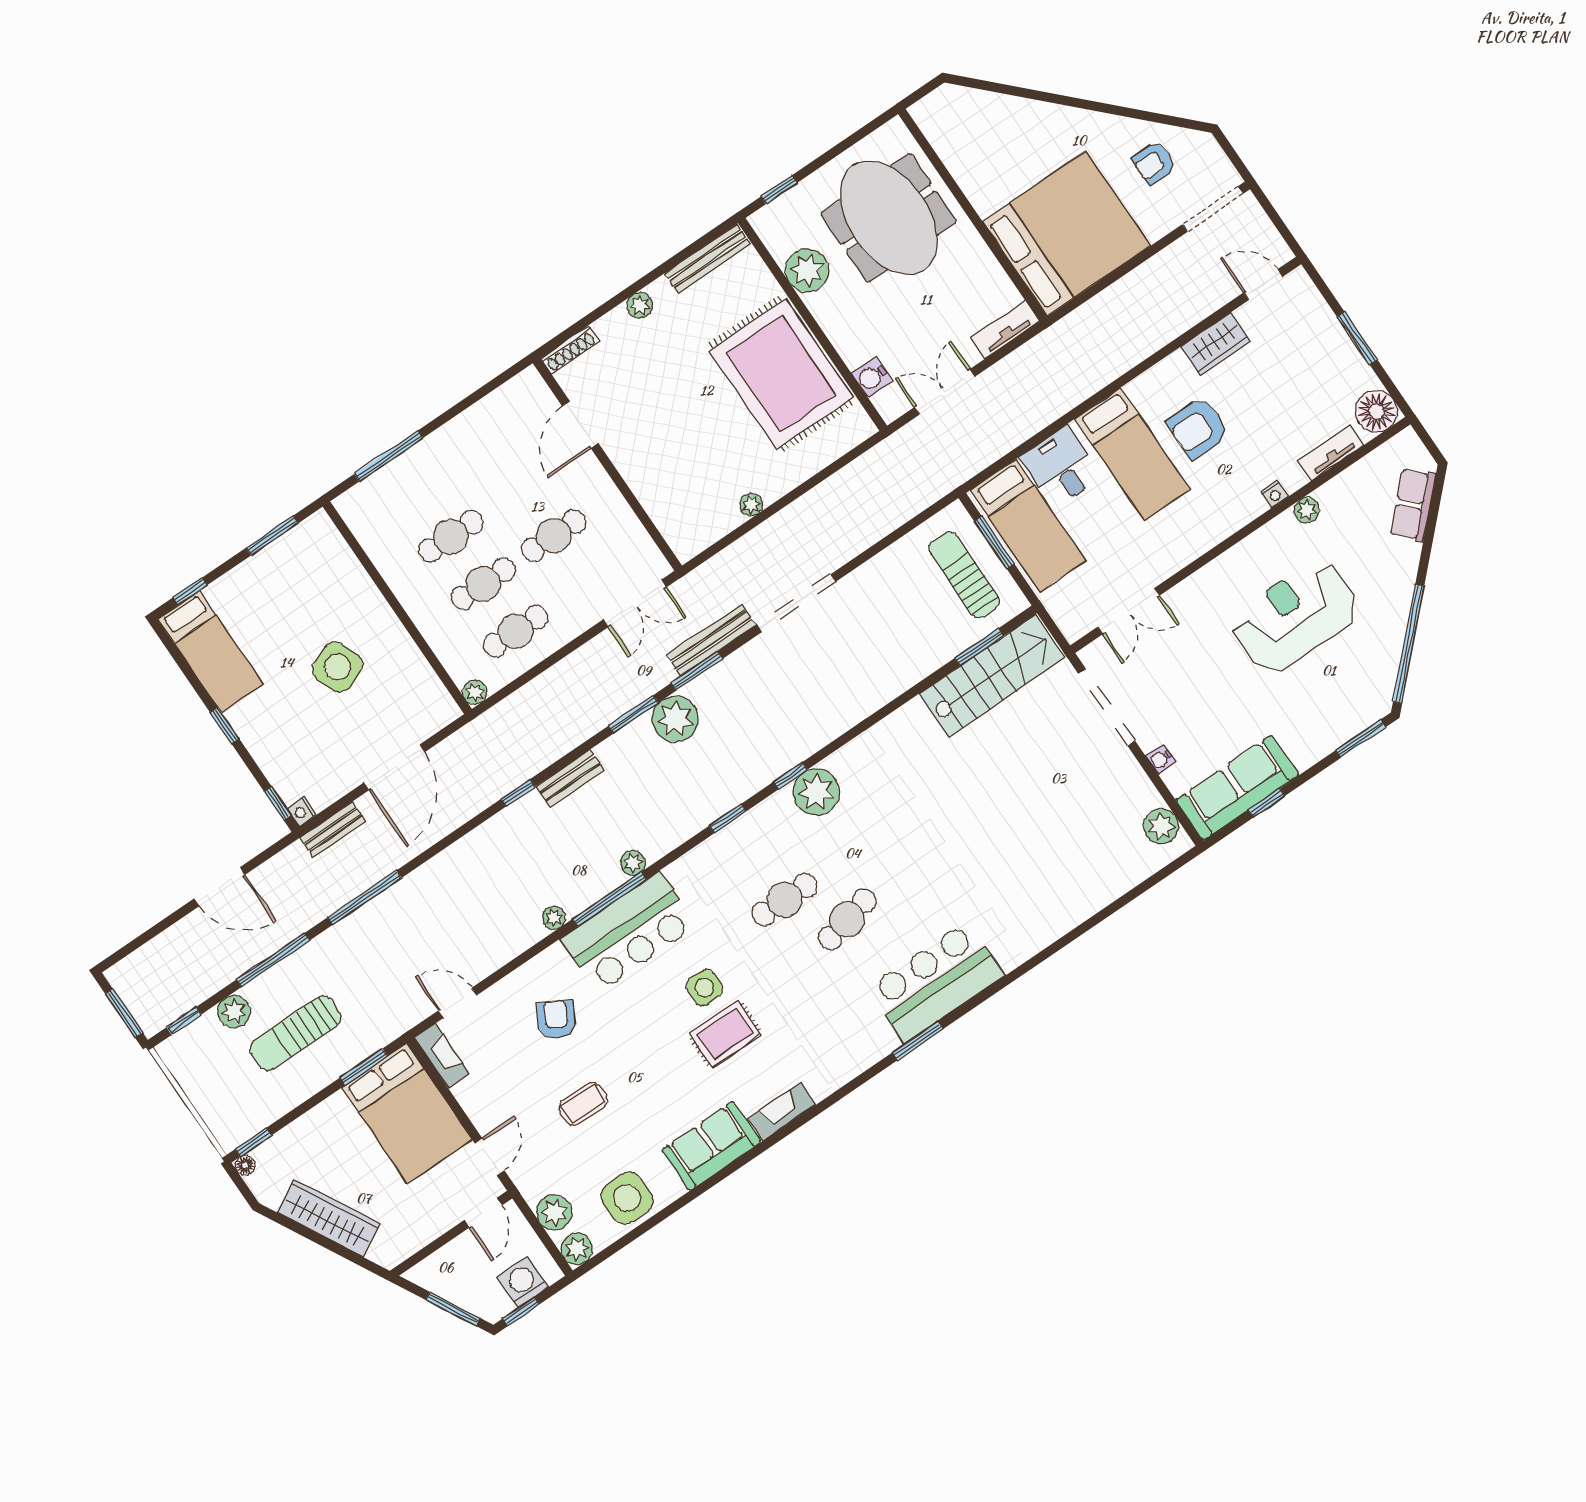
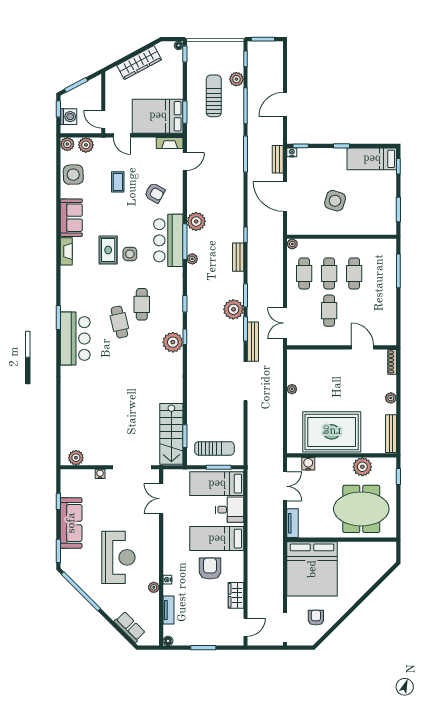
floor lamp: (1376, 411) -> (168, 641), width x0.53, depth x0.53
side table: (337, 667) -> (335, 201), turned 38
sofa: (1237, 787) -> (71, 523), moved
plant: (554, 918) -> (196, 221), width x1.88, depth x1.88

